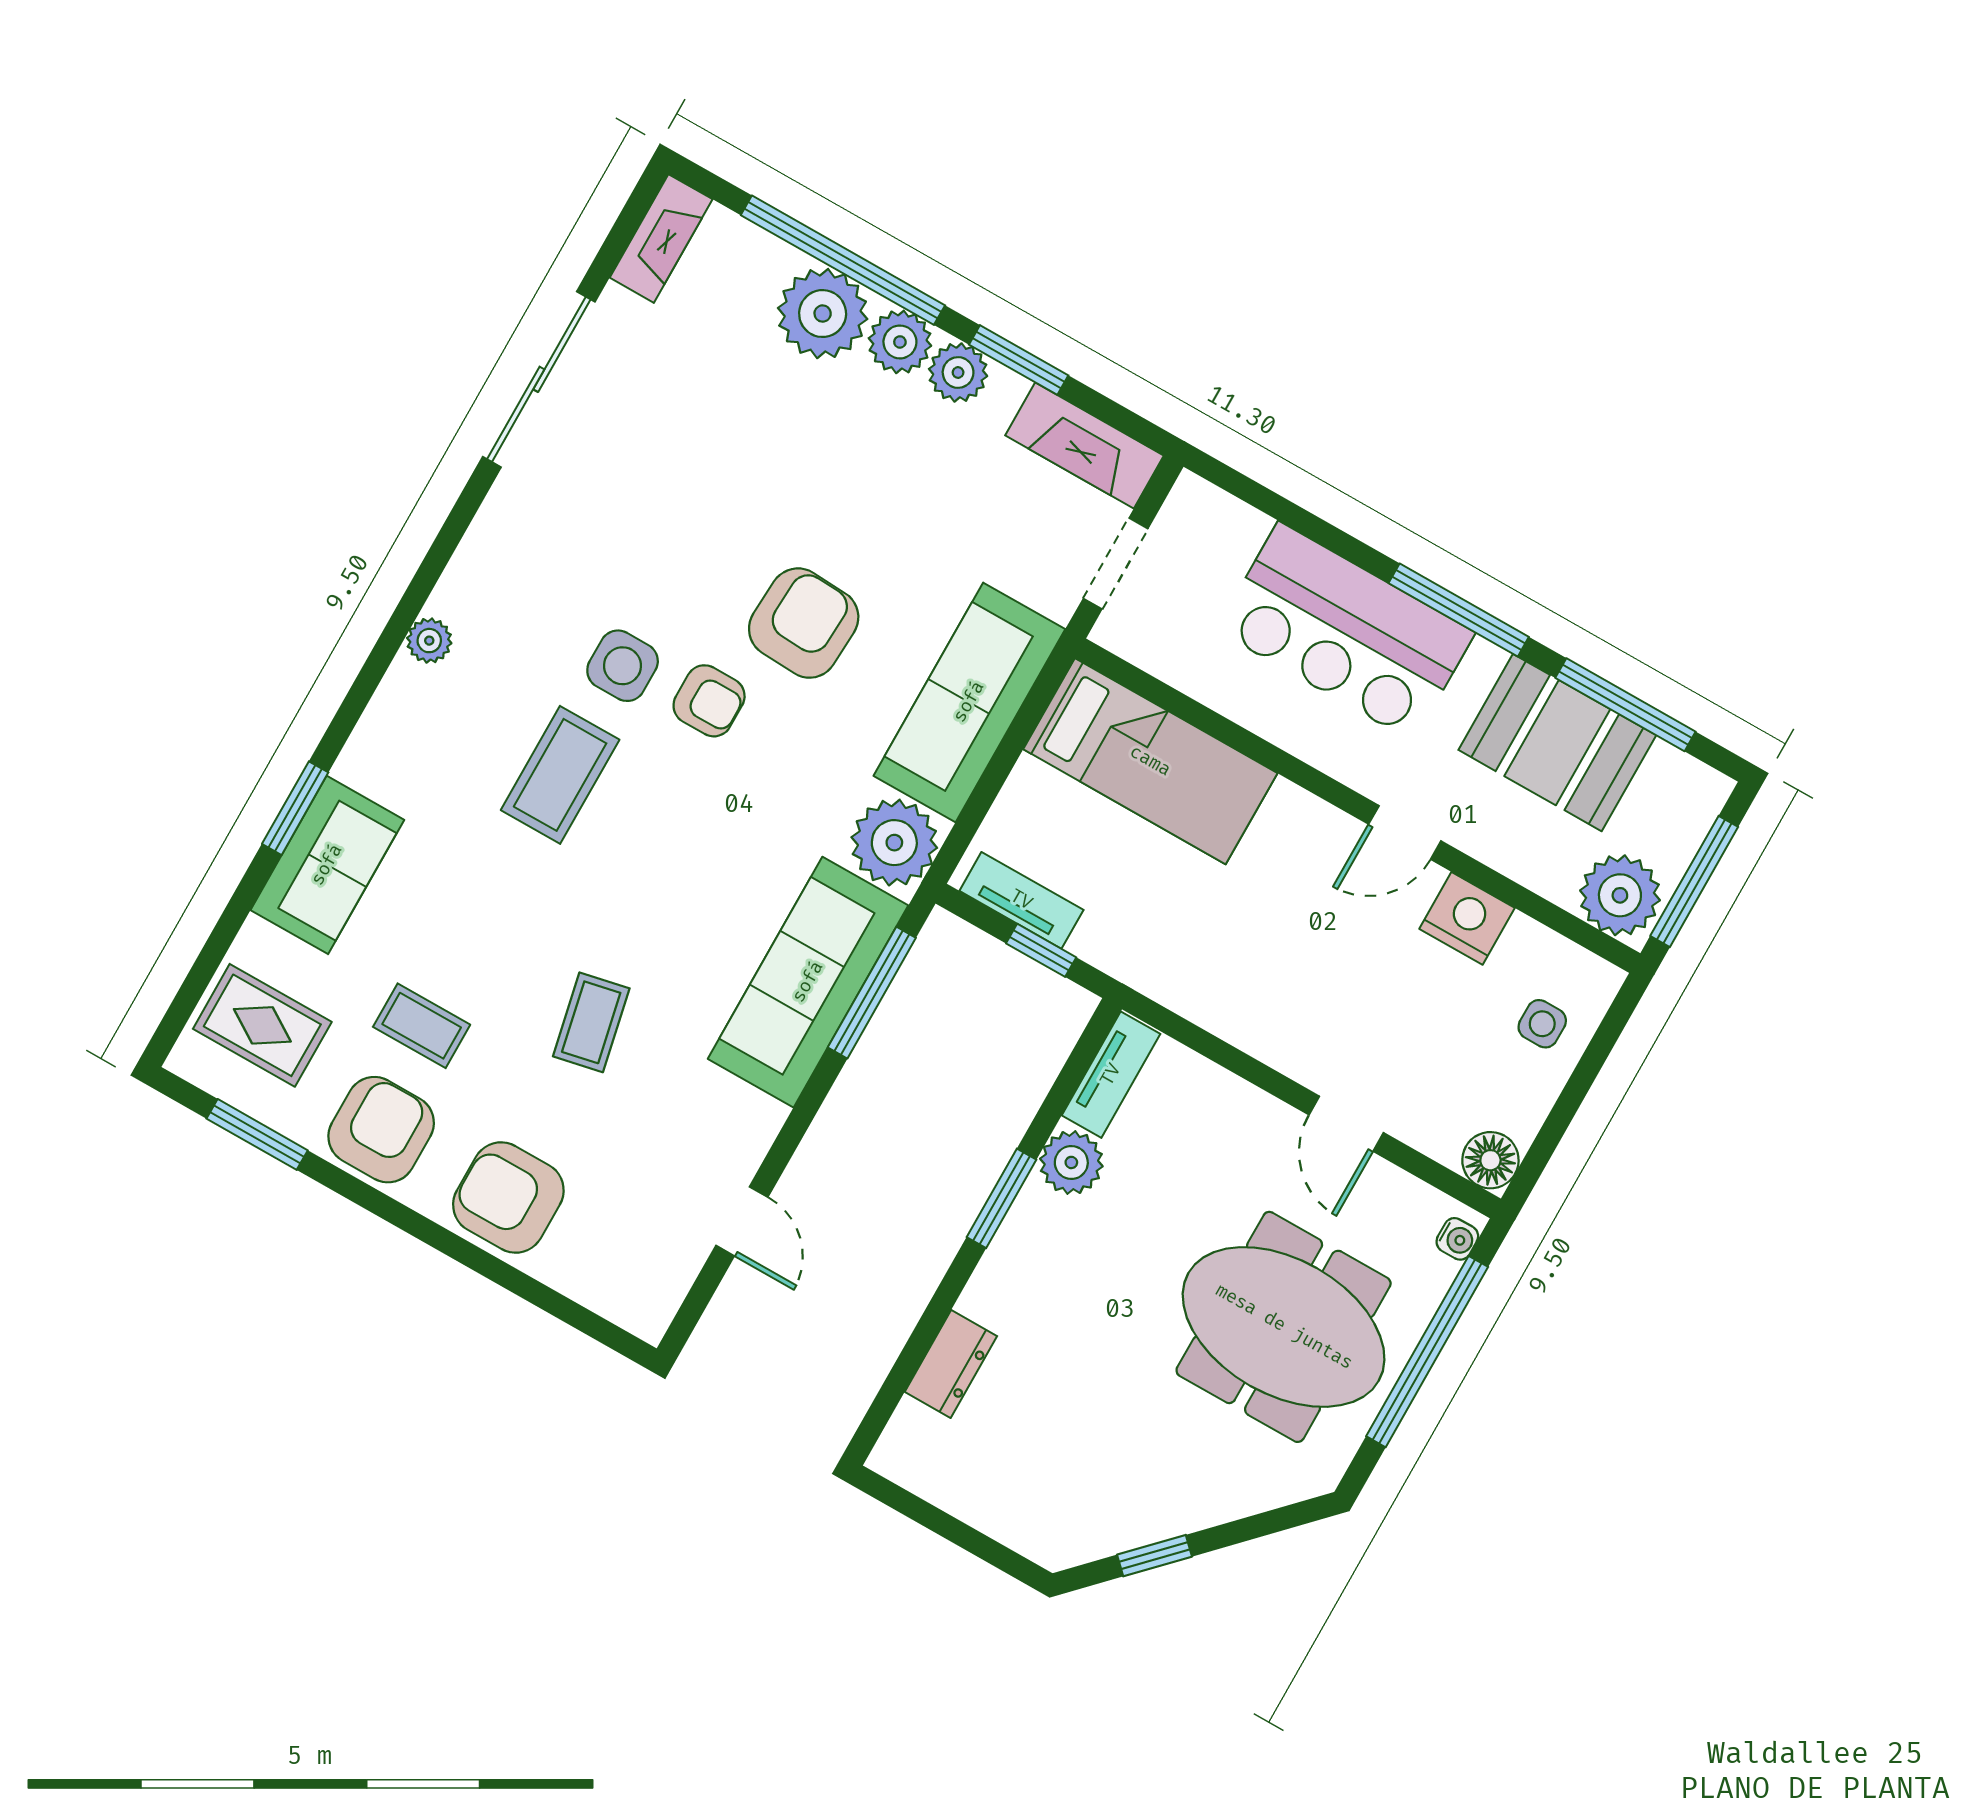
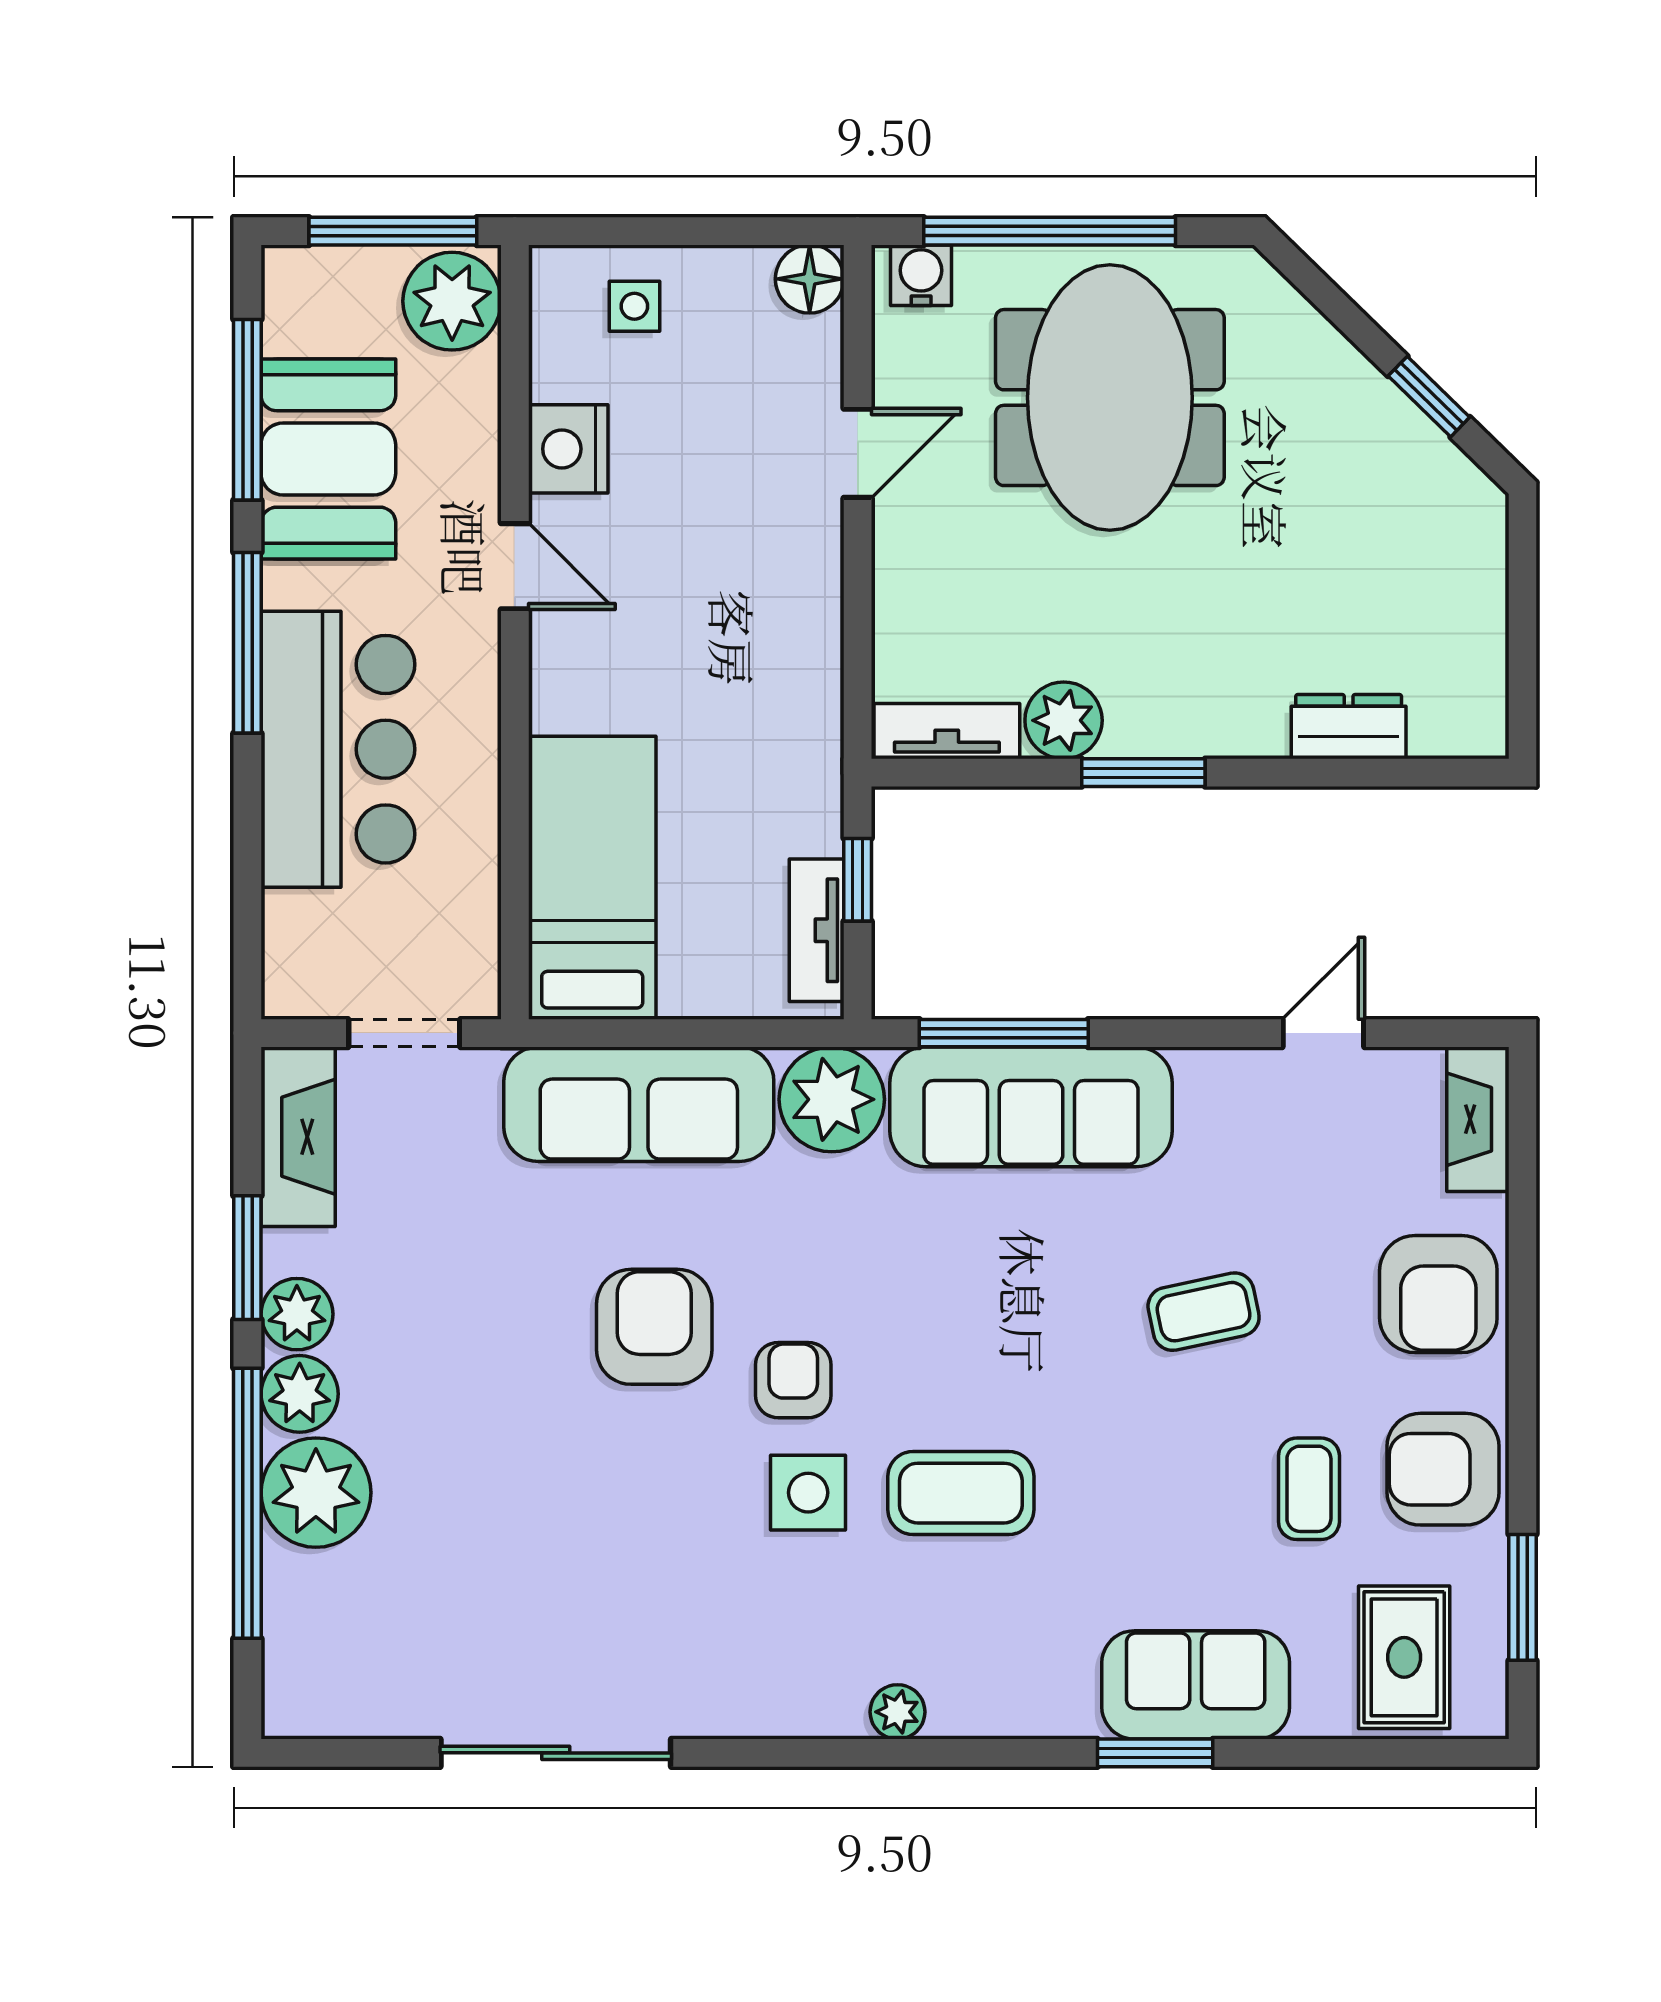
fireplace: (661, 238) -> (1478, 1119), moved, turned -90
armchair: (804, 623) -> (654, 1327), turned 87
water cooler: (1457, 1239) -> (921, 275), width x1.38, depth x1.38

